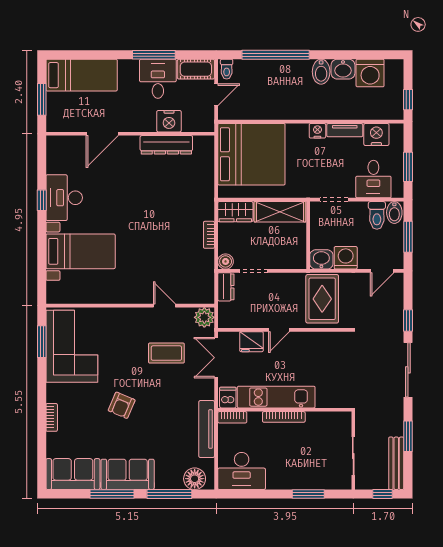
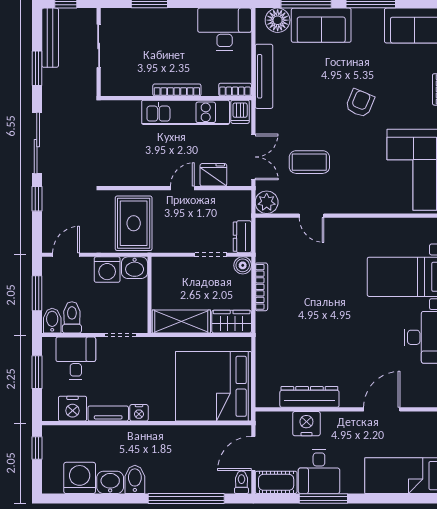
door: (216, 95) -> (253, 453), width x1.38
bookcase: (209, 235) -> (261, 287), width x1.56
sofa: (128, 474) -> (321, 25), moved

